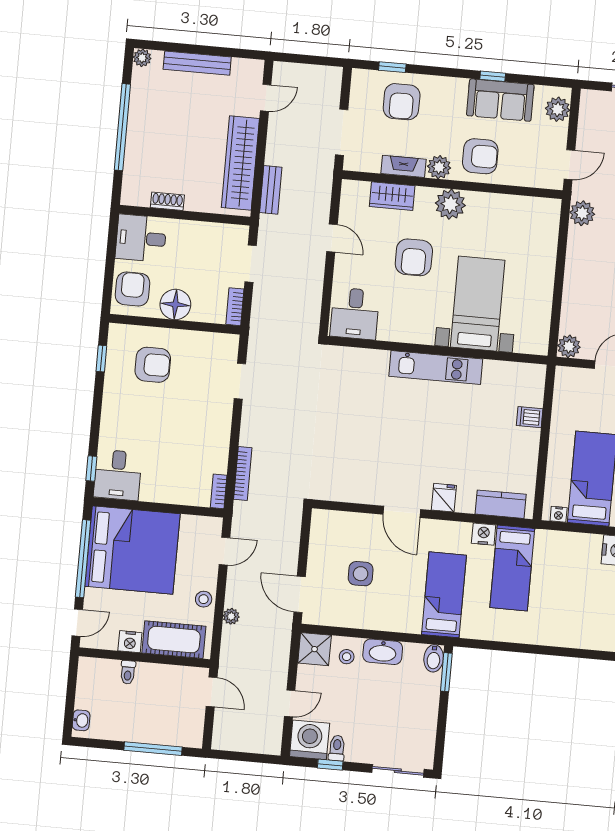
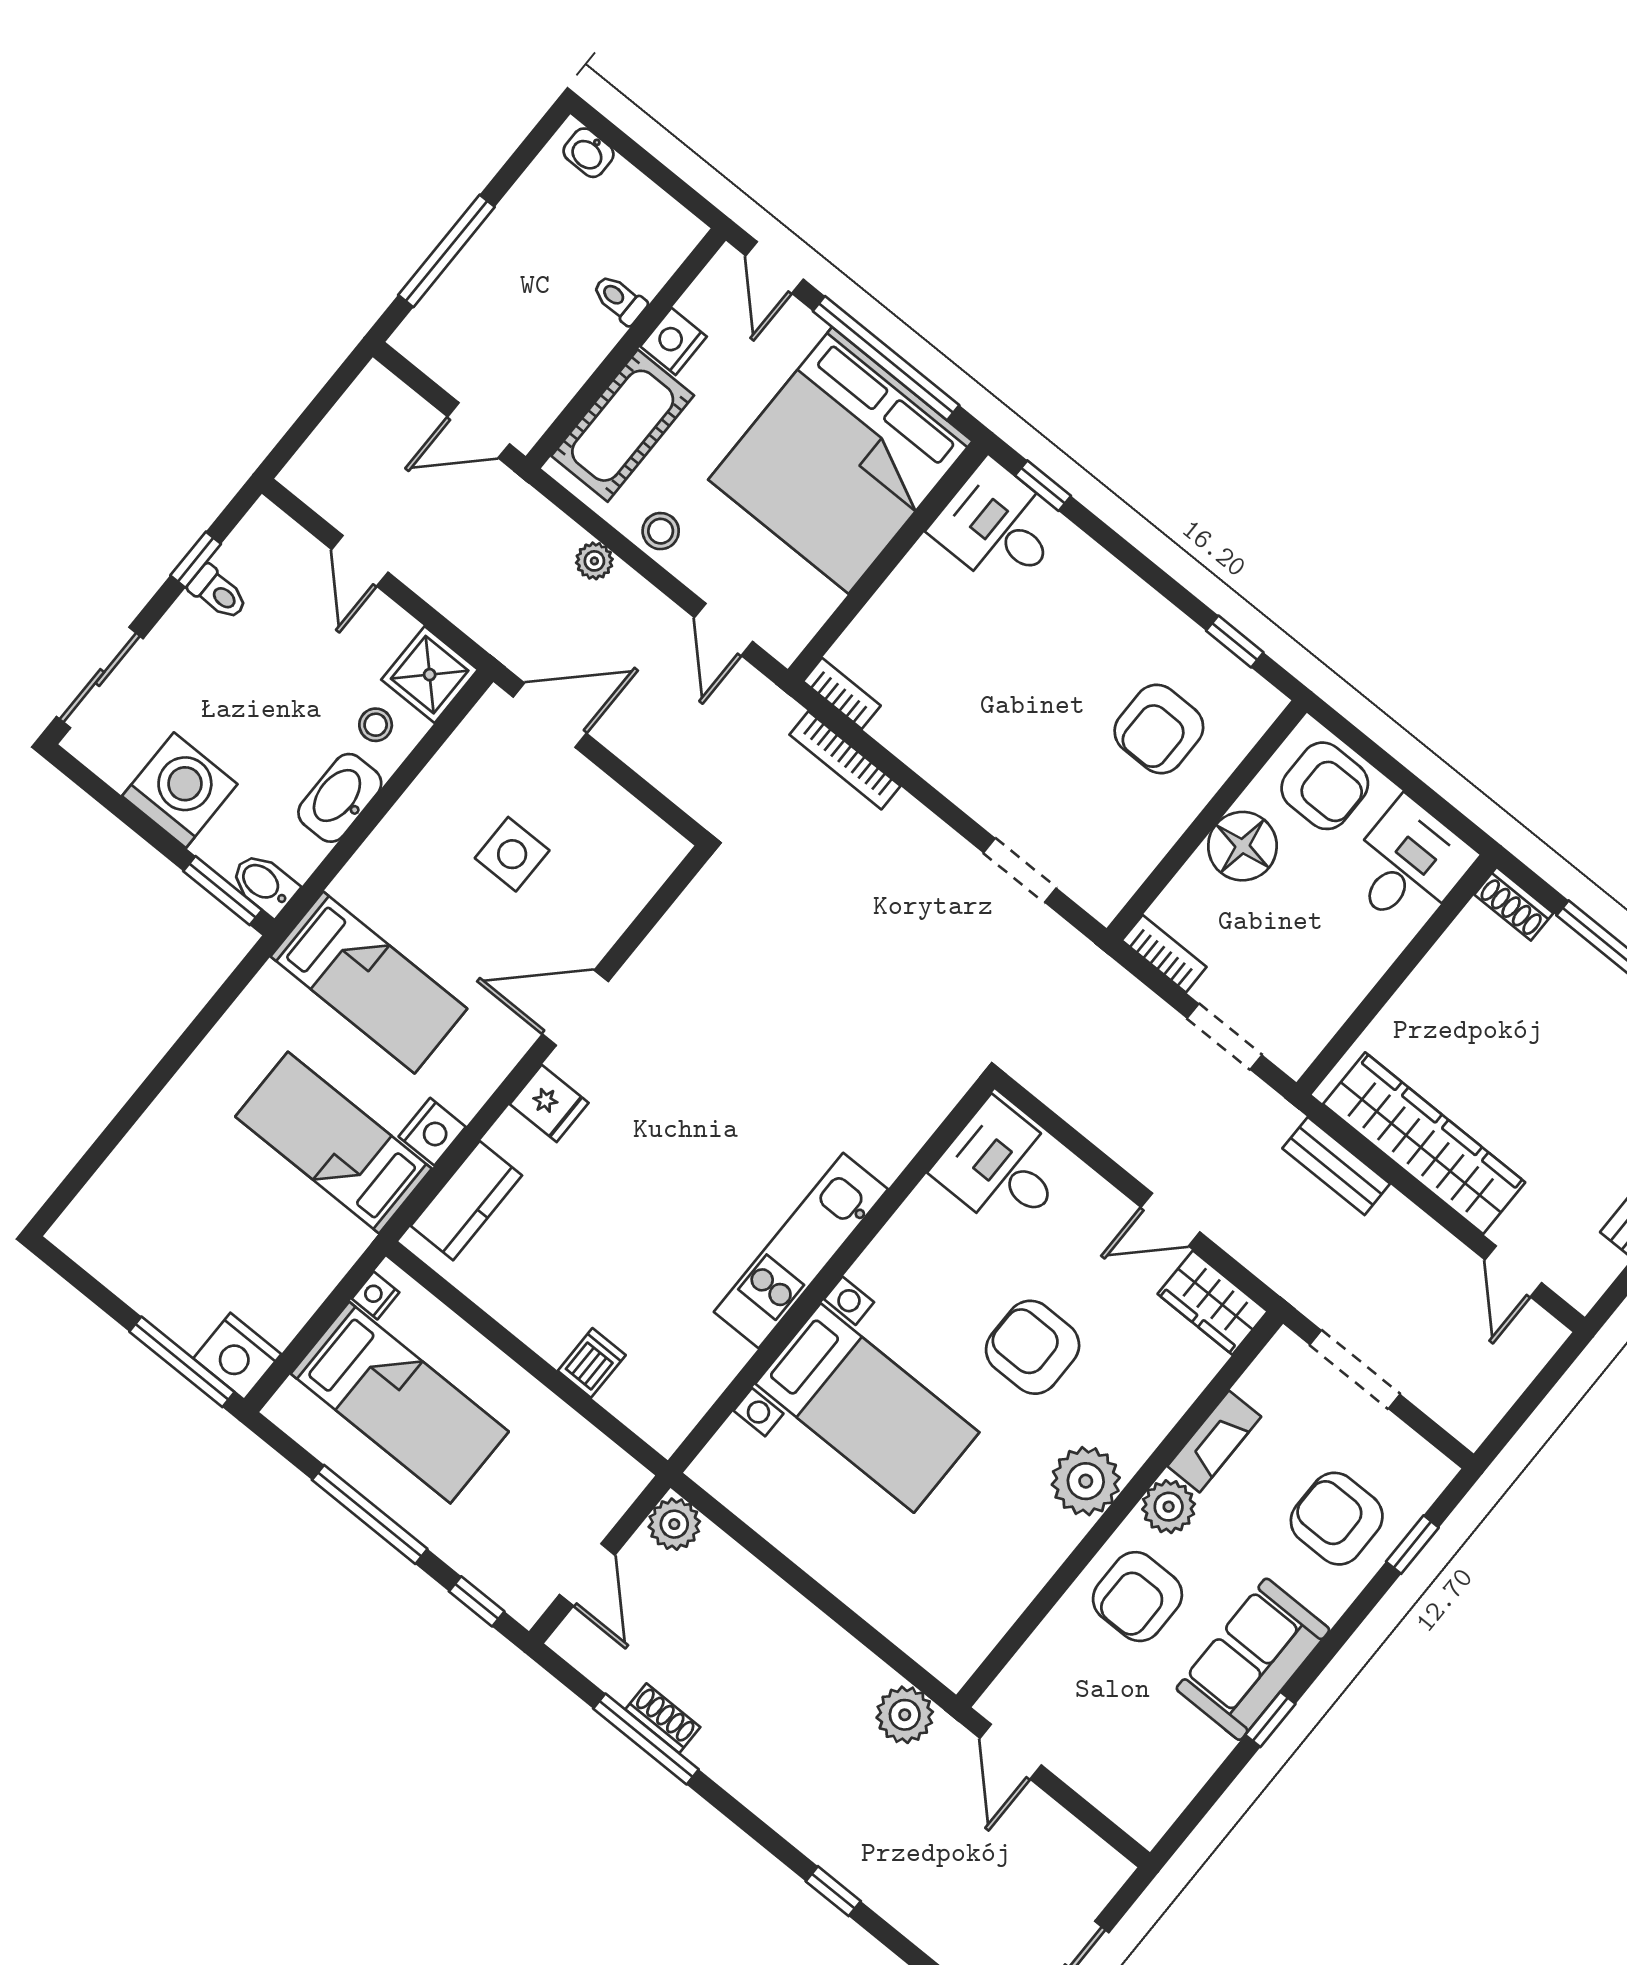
sofa: (500, 100) -> (1253, 1659), moved
plant: (558, 109) -> (1128, 1799), removed
wardrobe: (392, 196) -> (1213, 1303), moved, turned -90
shoe rack: (167, 201) -> (1514, 904), moved, turned 90
washing machine: (310, 740) -> (180, 790), moved, turned -90

